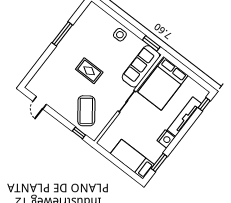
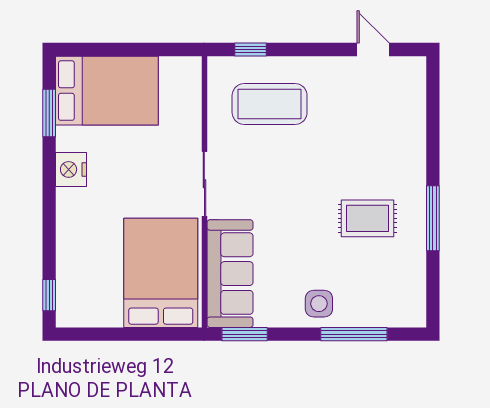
window: (116, 16) -> (354, 334), added
rug: (89, 71) -> (367, 218), moved
coffee table: (86, 111) -> (270, 104), turned -53
tv unit: (184, 117) -> (69, 241), removed
bed: (132, 159) -> (107, 91), width x1.50

